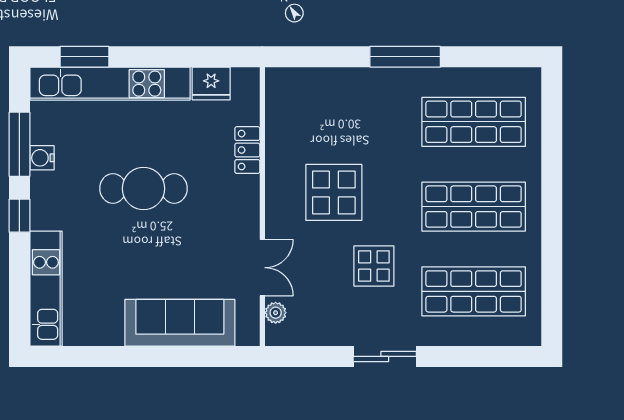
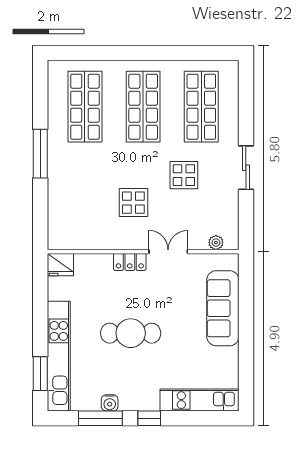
fridge: (211, 83) -> (60, 265), moved, turned 90
locker: (247, 150) -> (130, 262), moved
cafe table: (143, 188) -> (131, 333), turned 90
display table: (334, 192) -> (133, 203), width x0.73, depth x0.73
double door: (262, 268) -> (168, 252), moved

